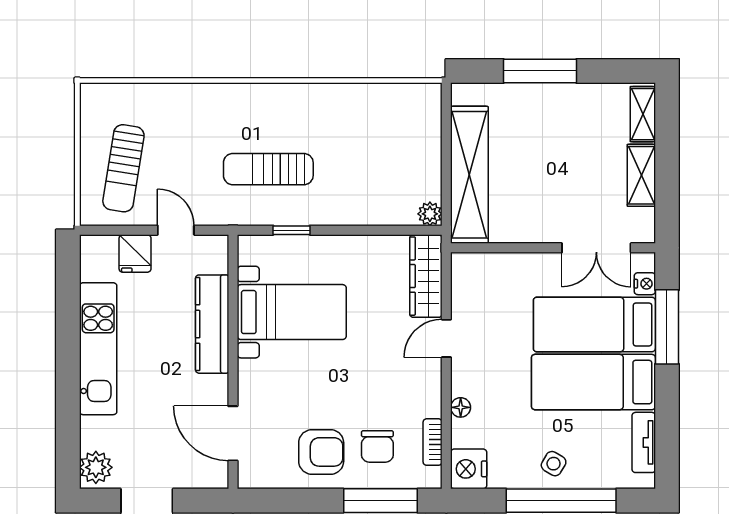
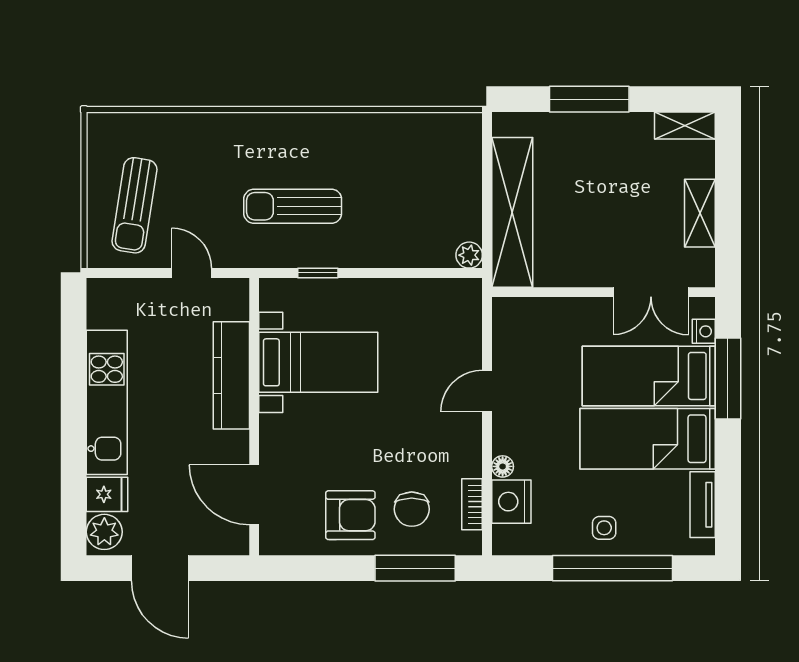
shelving: (643, 114) -> (685, 125), moved, turned 90
fridge: (135, 253) -> (107, 494), moved, turned -90
wardrobe: (426, 276) -> (465, 323), removed
side table: (554, 464) -> (604, 528), turned -31
nightstand: (469, 469) -> (511, 502), moved

